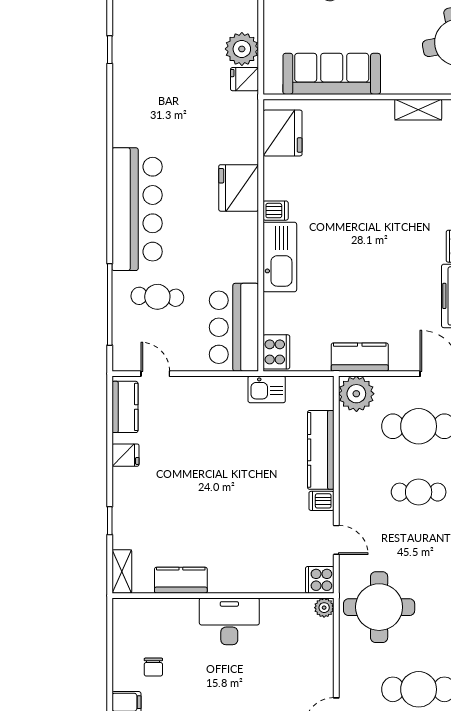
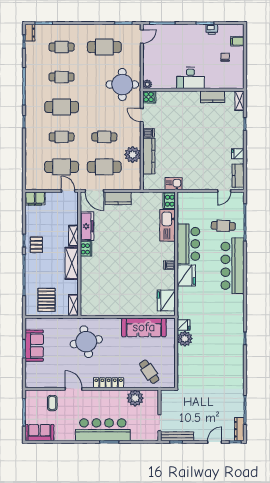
shelving: (418, 110) -> (104, 311), removed
kitchen sink: (280, 257) -> (168, 225), moved
bar counter: (234, 327) -> (188, 244), moved
kitchen counter: (360, 357) -> (118, 198), moved
door: (155, 374) -> (224, 191), hinge flipped
plant: (356, 394) -> (133, 155), moved

